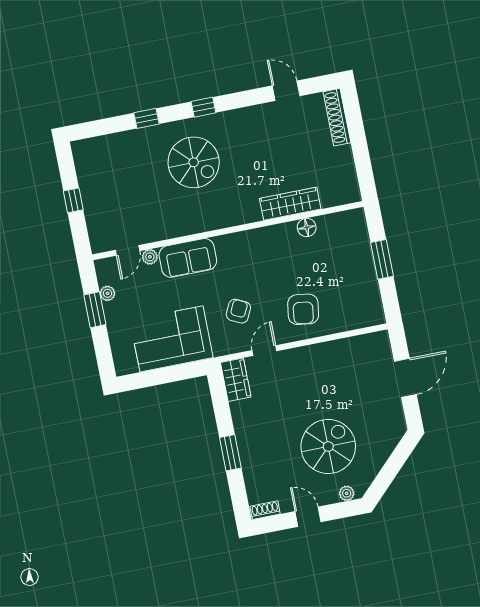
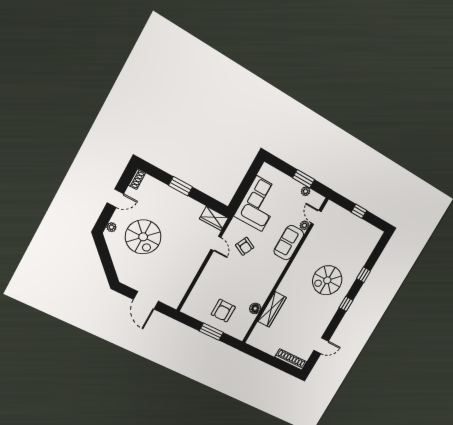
armchair: (303, 309) -> (223, 311), moved, turned -98

